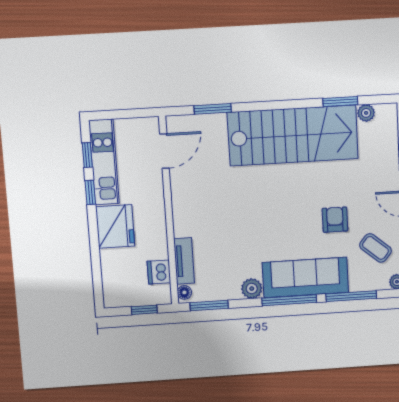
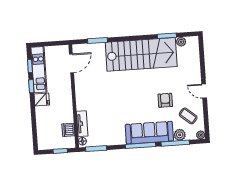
fridge: (115, 226) -> (42, 99), width x0.53, depth x0.75
plant: (252, 289) -> (180, 135), moved

